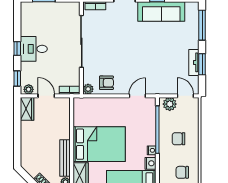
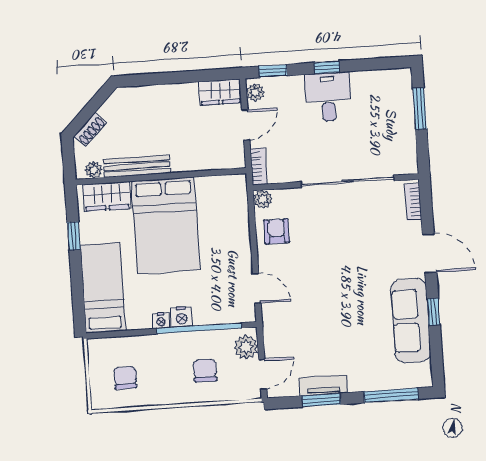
armchair: (106, 83) -> (276, 231), turned 180
chair: (179, 139) -> (205, 370), moved
nightstand: (151, 163) -> (181, 317), moved

